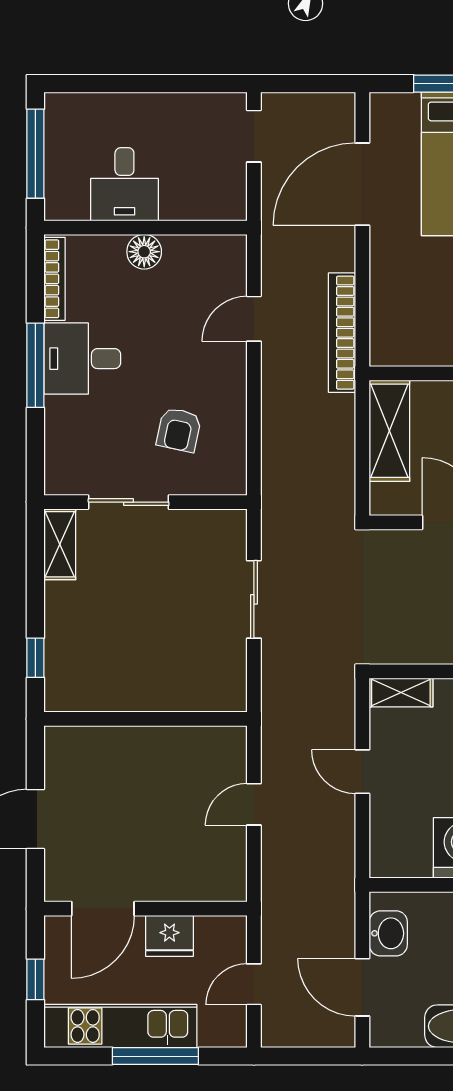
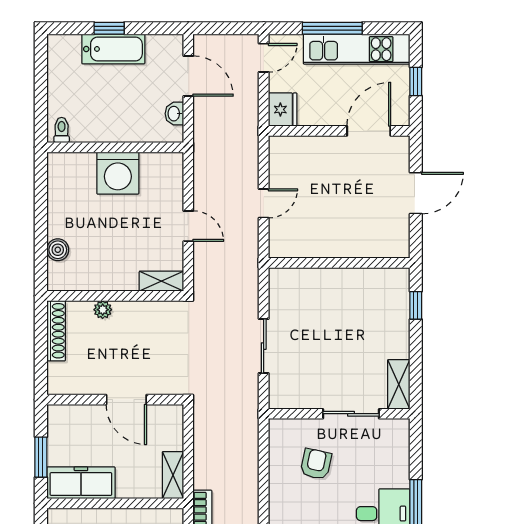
shelving: (389, 431) -> (173, 475), width x0.67, depth x0.75
washbasin: (388, 933) -> (174, 114), width x0.72, depth x0.69
fridge: (169, 936) -> (283, 110), moved, turned 90
door: (254, 984) -> (264, 58), moved

